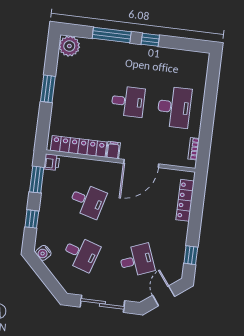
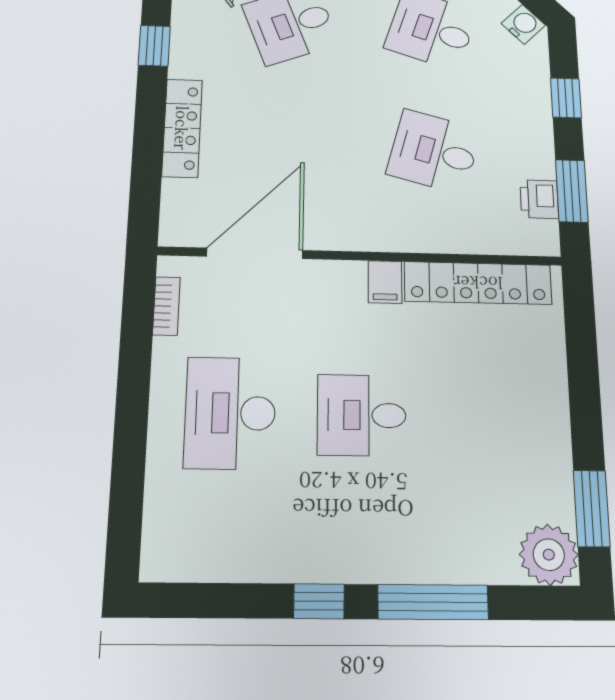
window: (48, 89) -> (592, 508), moved
printer: (52, 162) -> (539, 199), moved
door: (141, 164) -> (255, 253), moved
locker: (185, 200) -> (182, 128), moved

